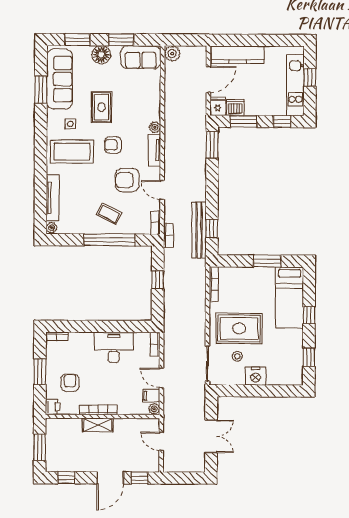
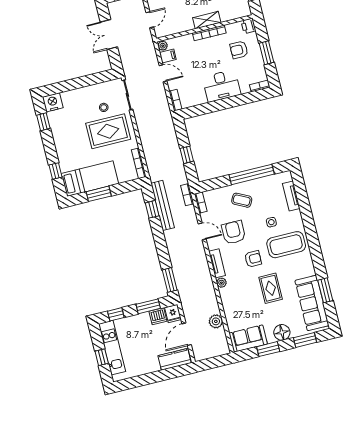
plant: (172, 54) -> (216, 321), moved
kitchen counter: (238, 55) -> (175, 359), width x0.67
side table: (70, 124) -> (271, 222), moved
armchair: (127, 180) -> (234, 232), turned -90
tv unit: (53, 198) -> (291, 196), width x0.71
plant: (52, 228) -> (287, 176), removed
window: (109, 240) -> (252, 174), moved
bed: (290, 298) -> (90, 179), moved, turned 90
window: (309, 315) -> (56, 171), moved
desk: (114, 347) -> (222, 86), moved
nightstand: (256, 376) -> (53, 102), moved
armchair: (70, 383) -> (239, 50), turned 90
door: (161, 441) -> (150, 20), hinge flipped

